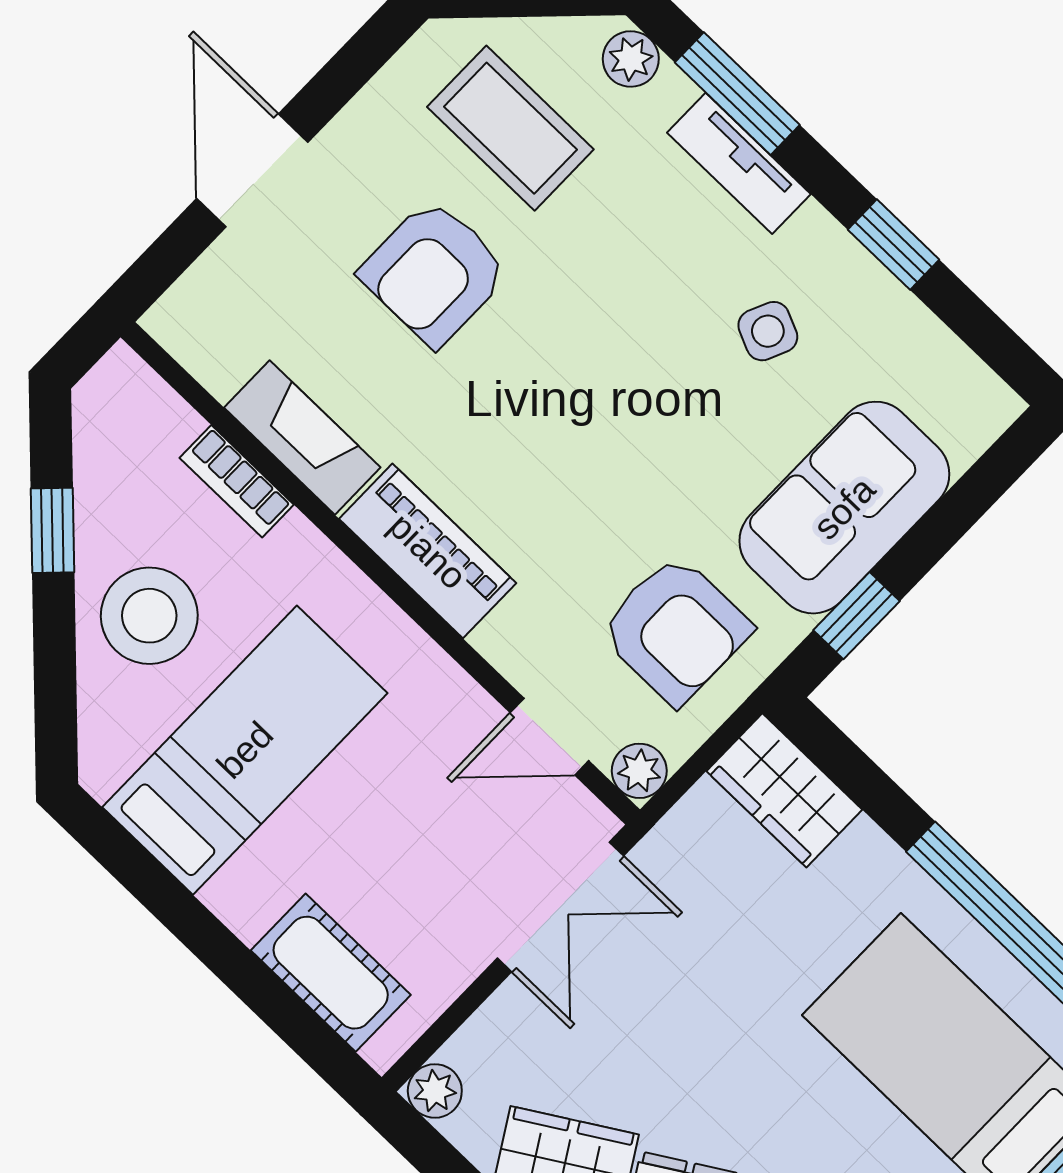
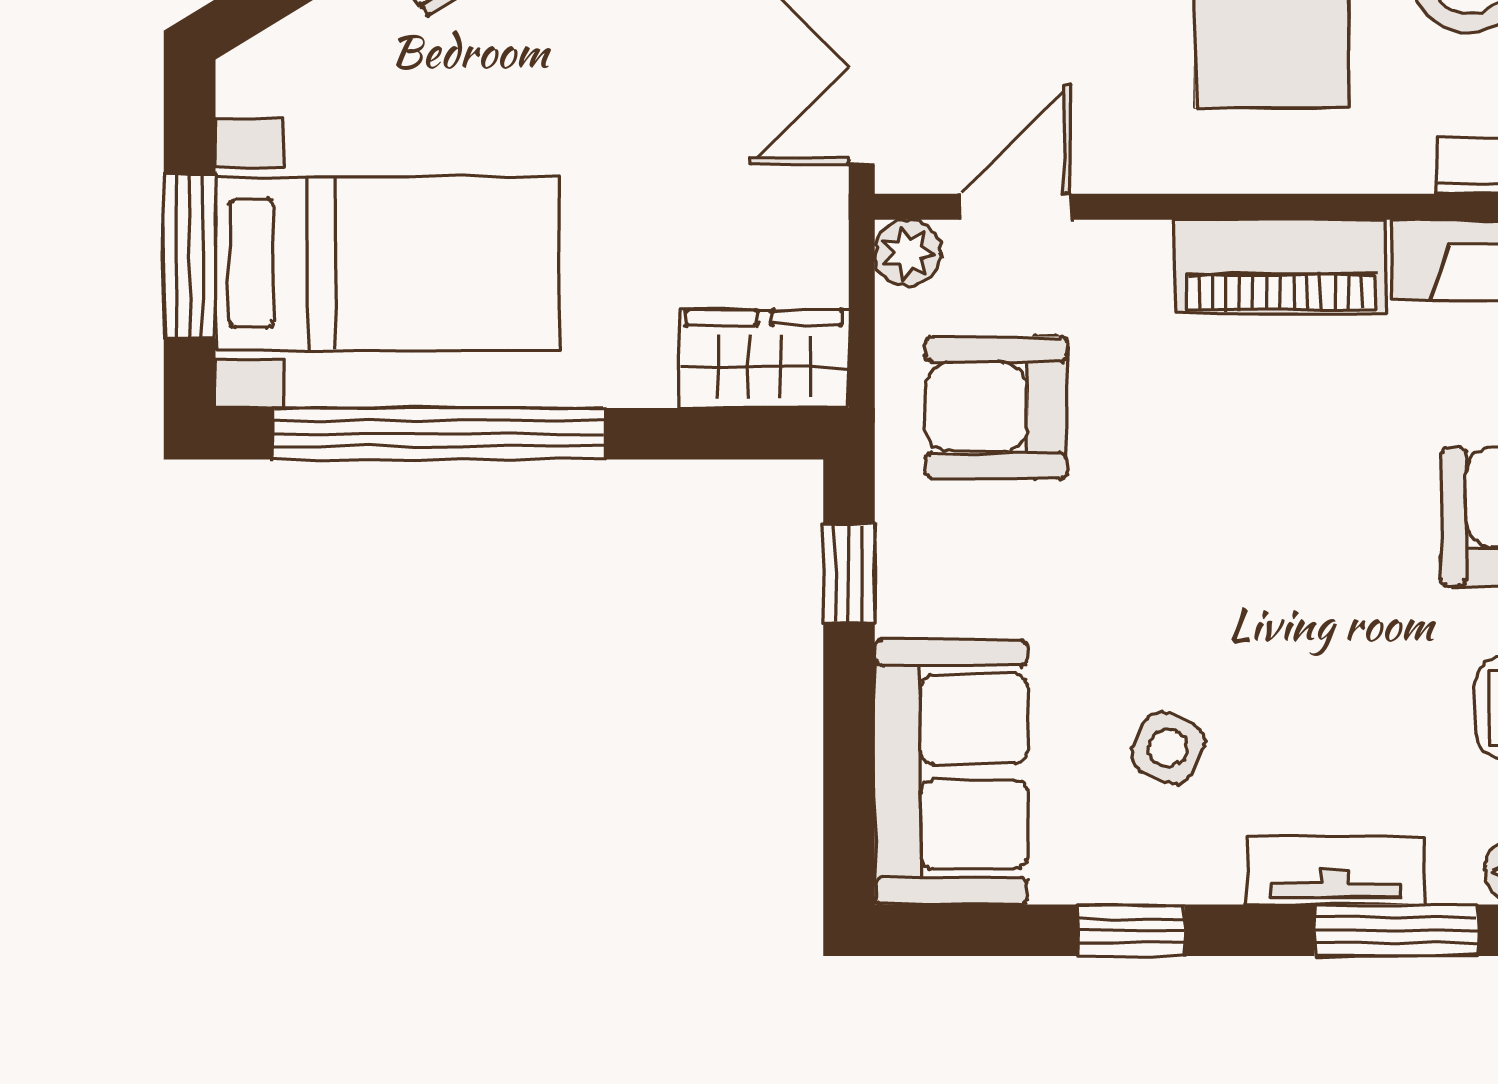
sofa: (844, 508) -> (951, 772), moved

